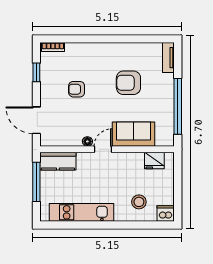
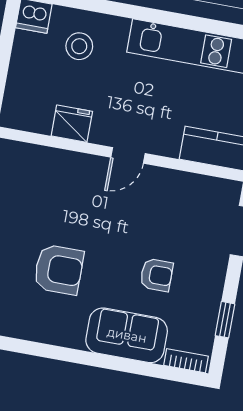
sofa: (134, 134) -> (127, 335), moved, turned 180
floor lamp: (87, 141) -> (154, 175), removed
fridge: (154, 161) -> (72, 124), moved

